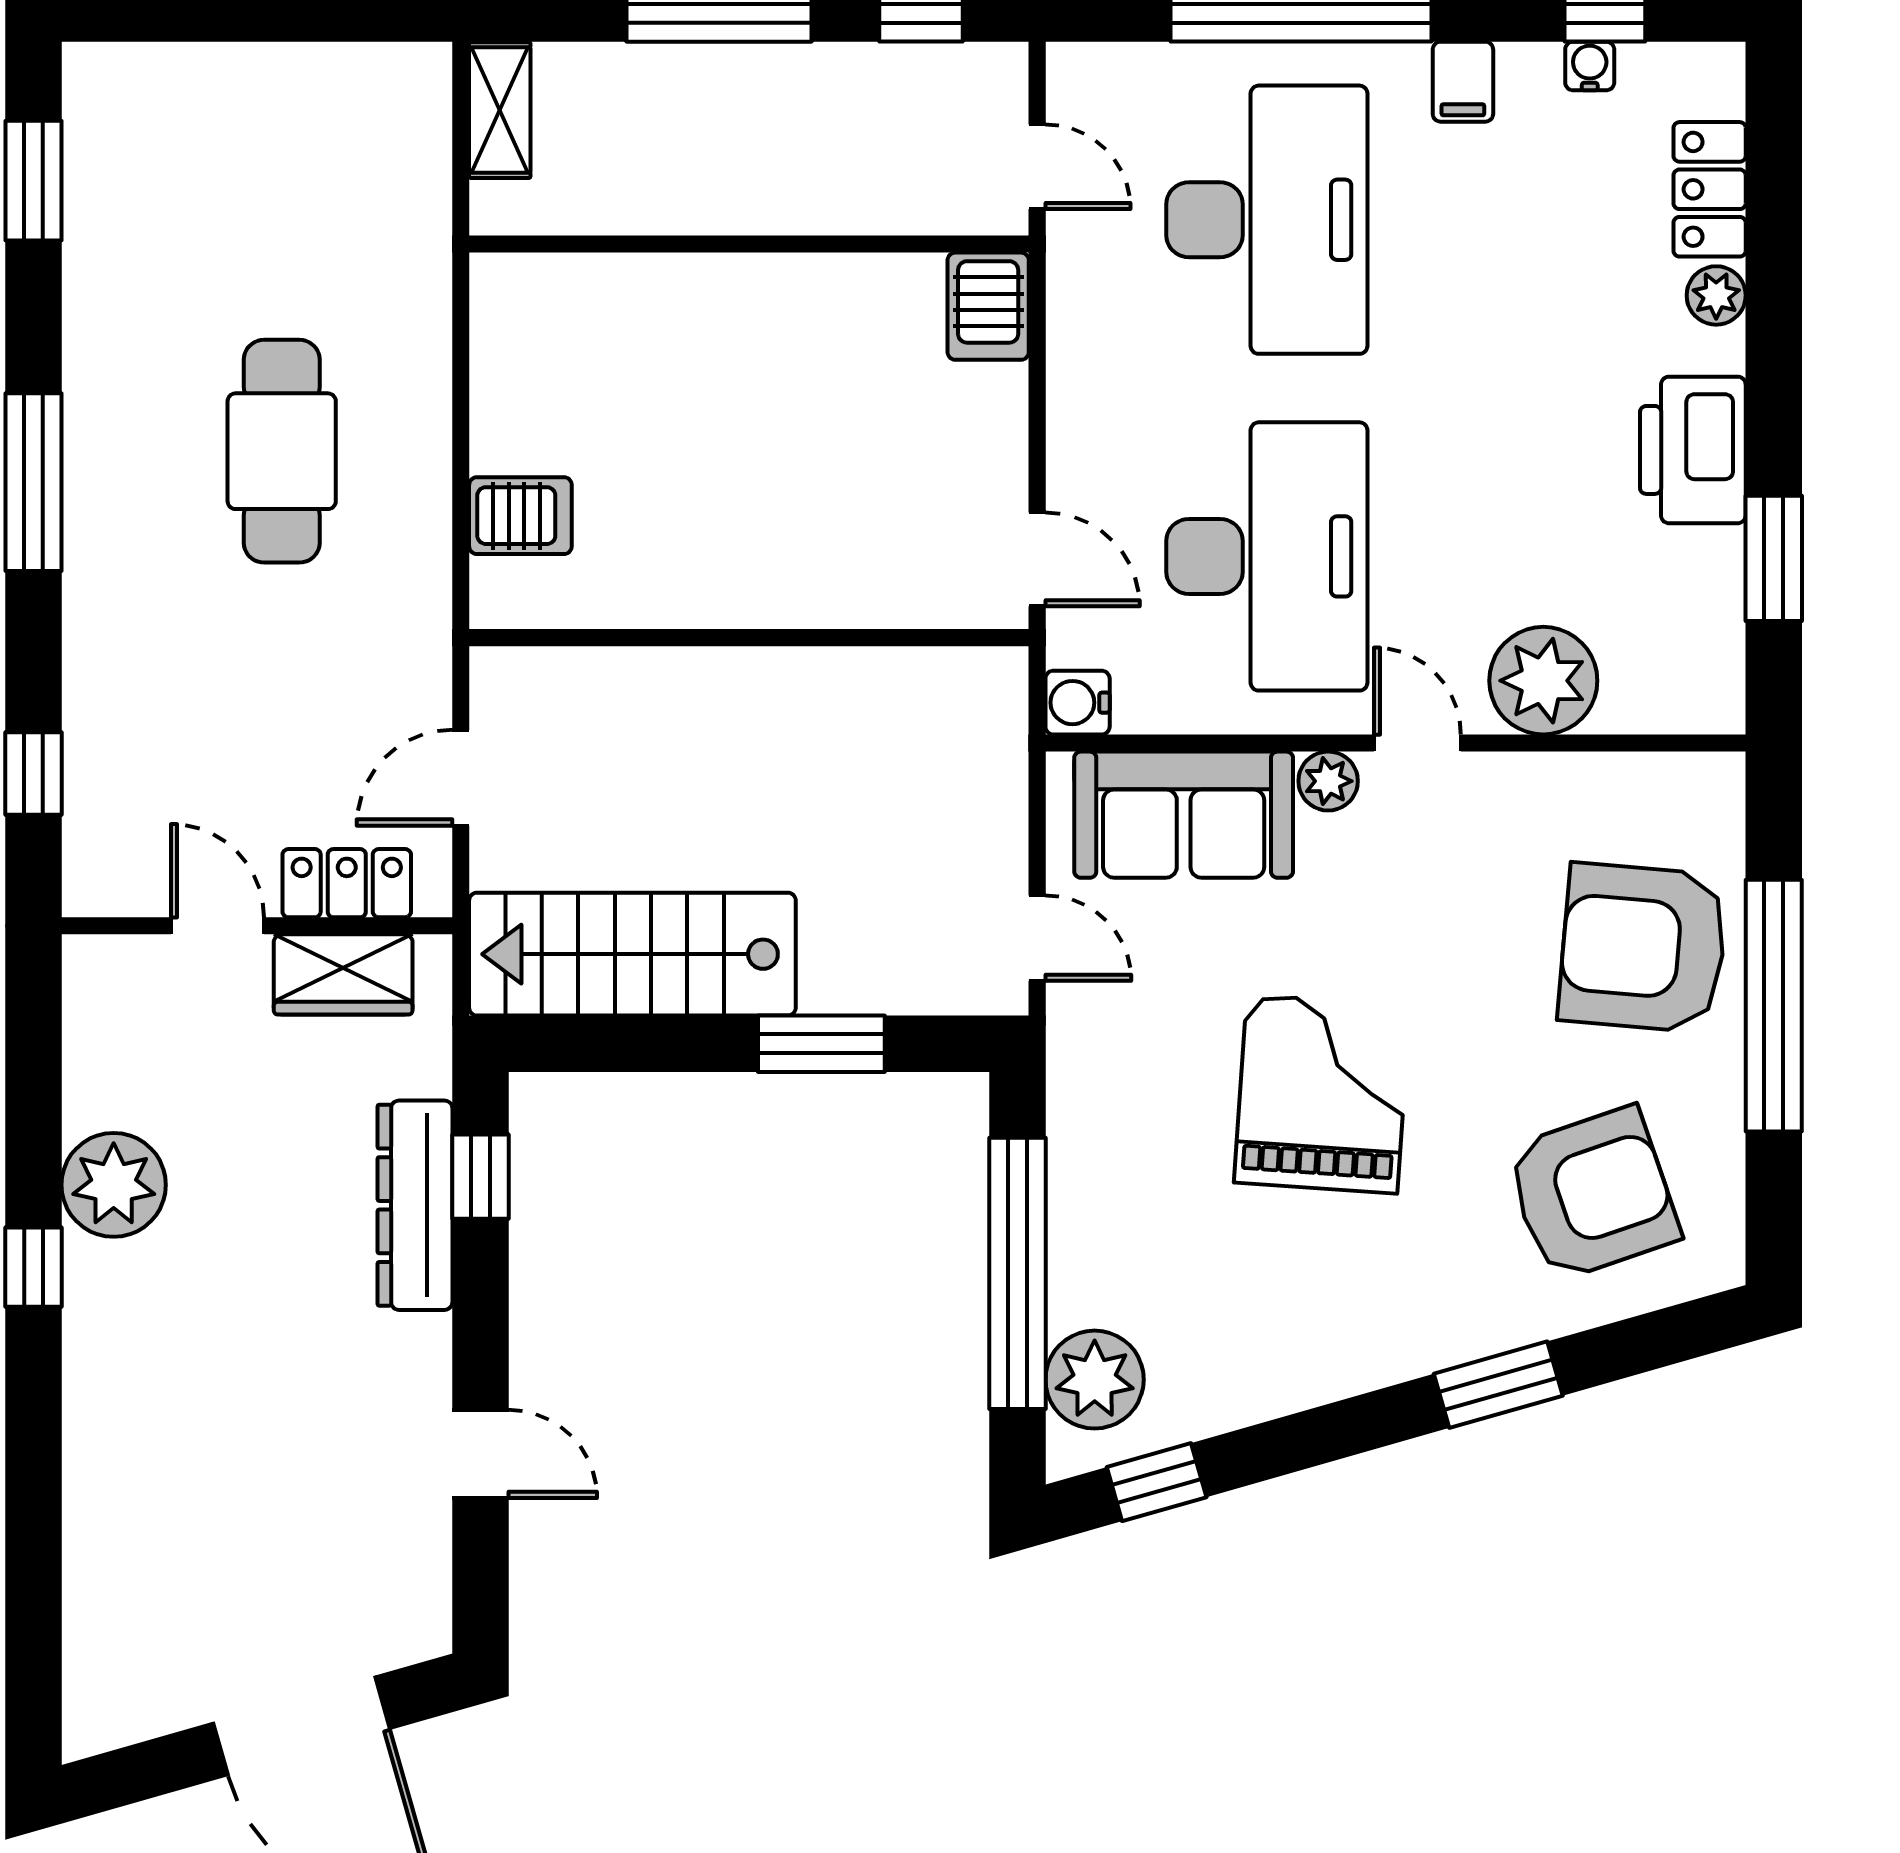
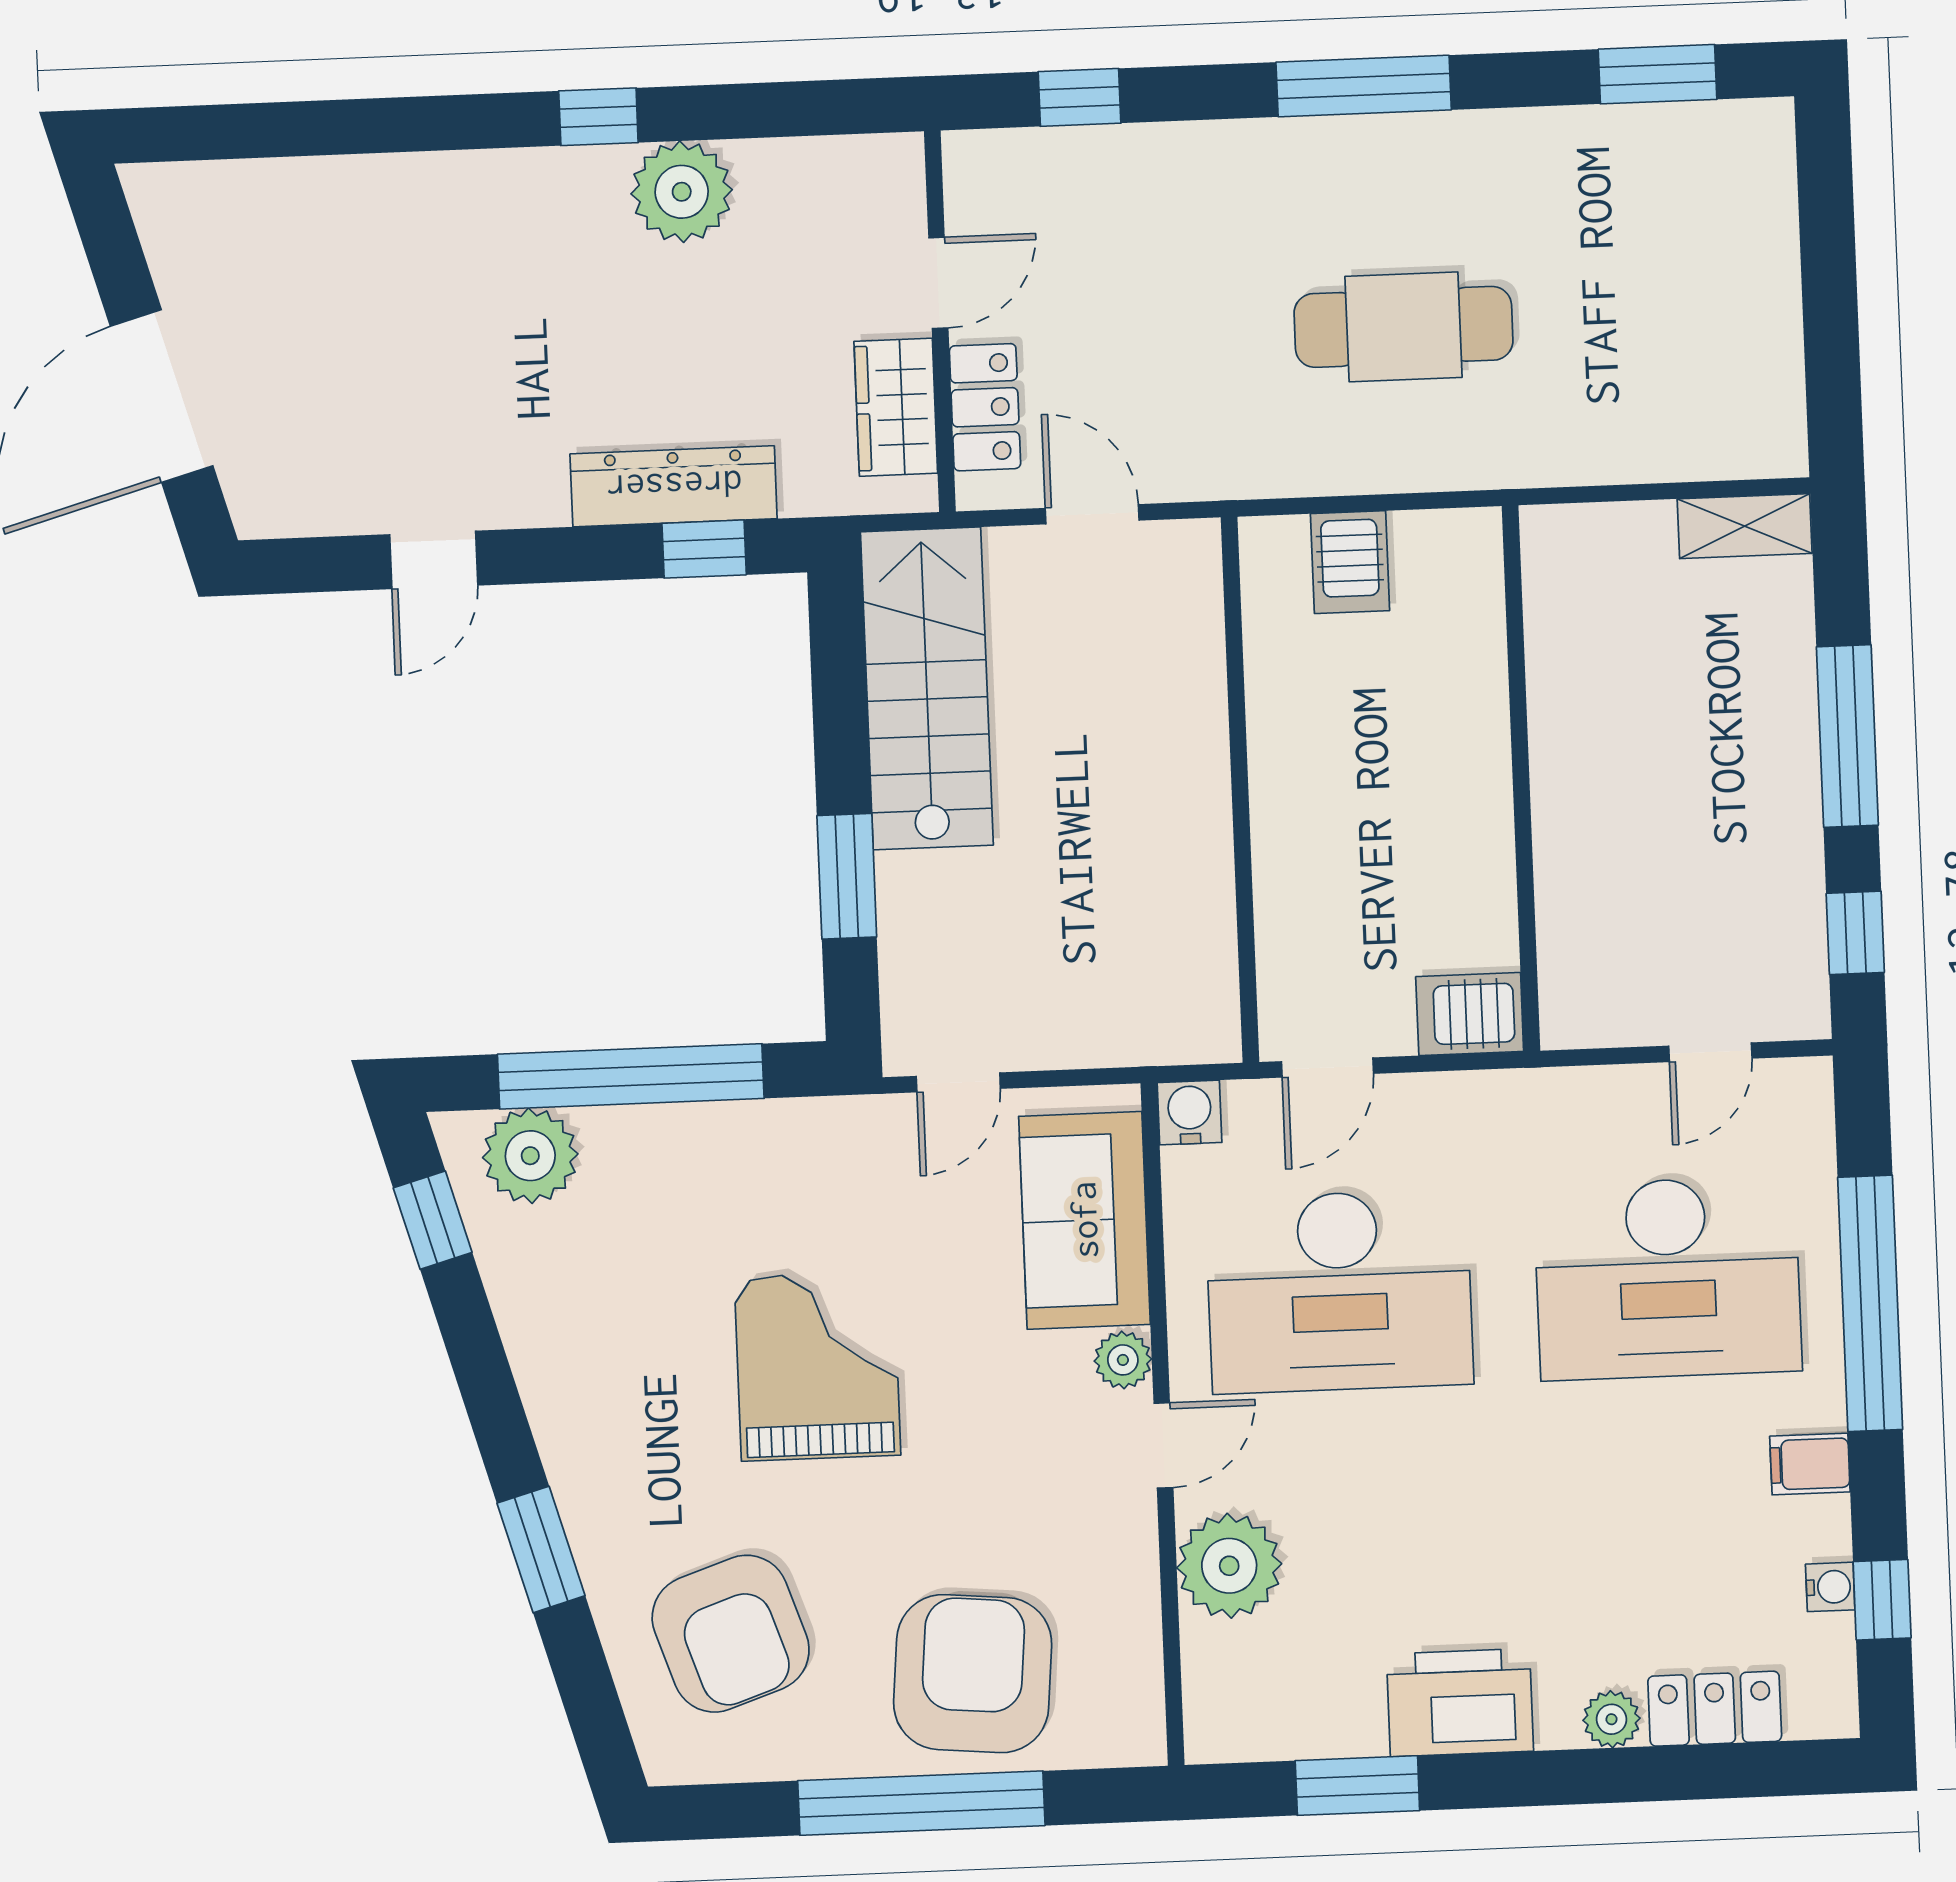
wall: (749, 244) -> (1521, 778), moved
server rack: (988, 306) -> (1470, 1014), moved
grand piano: (1322, 1094) -> (818, 1366), turned -94

